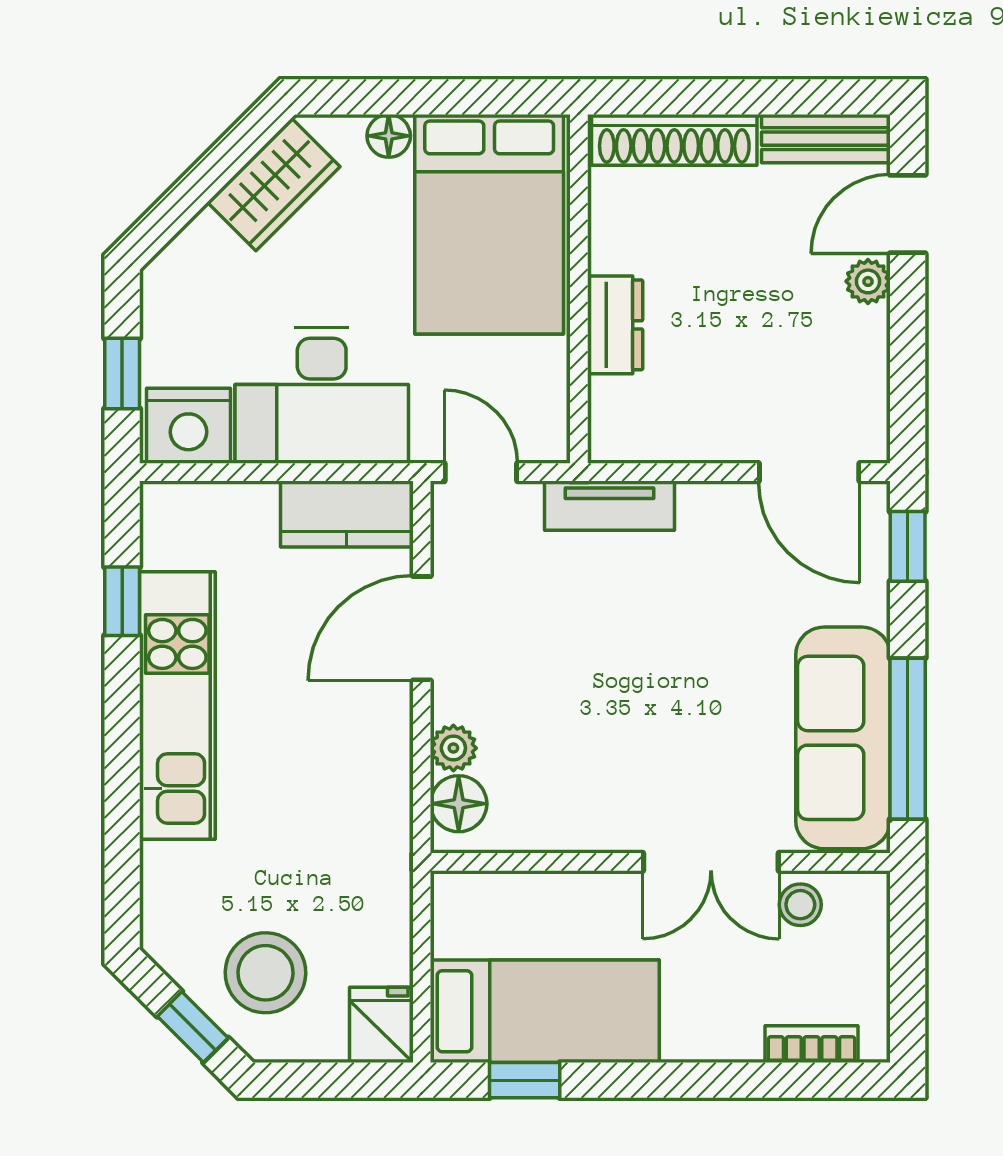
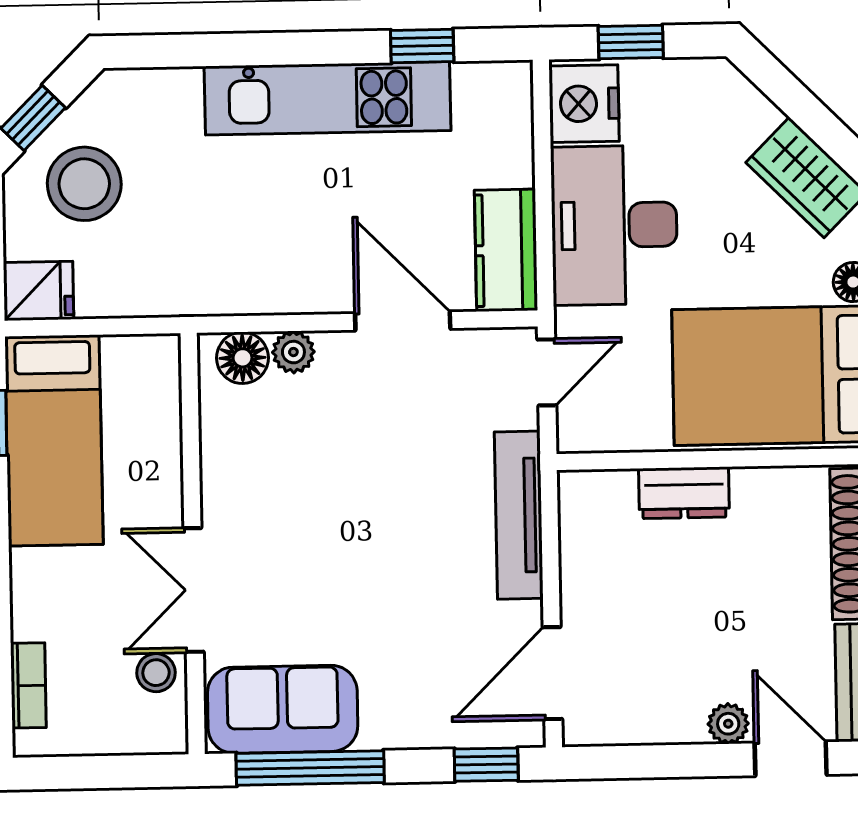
tv unit: (609, 506) -> (519, 515), width x1.41
sofa: (843, 738) -> (283, 709), width x0.73

